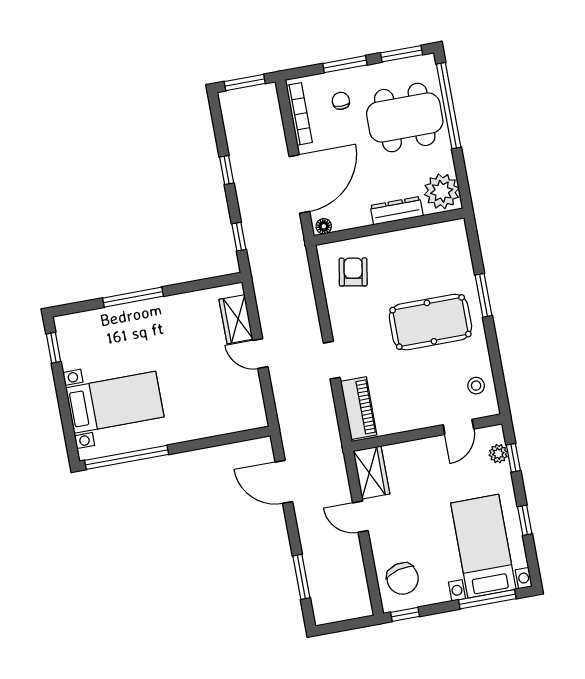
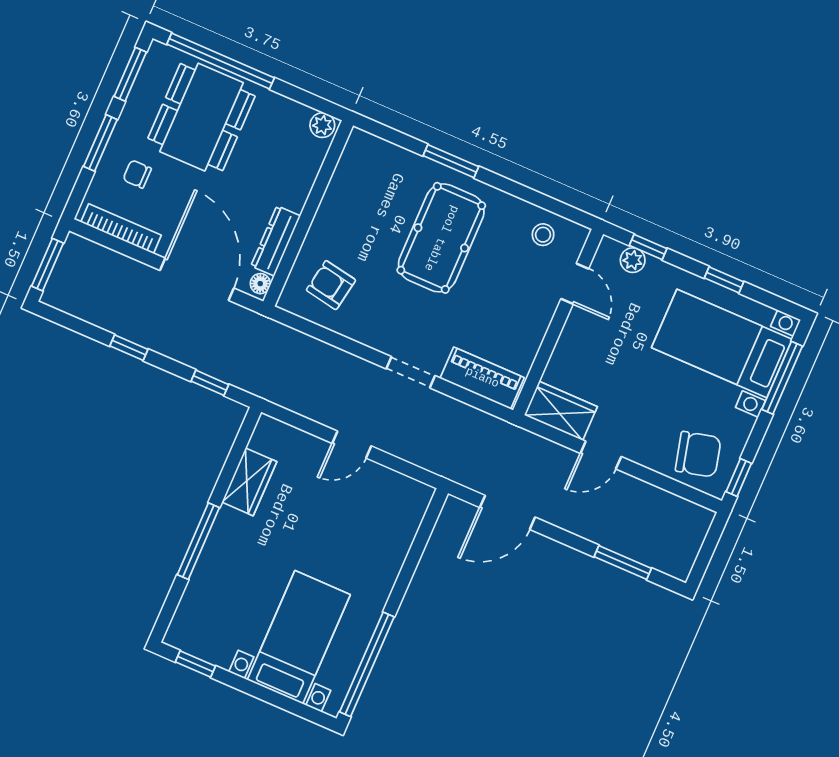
plant: (442, 191) -> (322, 125), width x0.53, depth x0.53
dresser: (397, 211) -> (276, 241), moved
wardrobe: (236, 319) -> (249, 482), moved, turned -90

